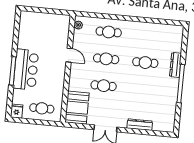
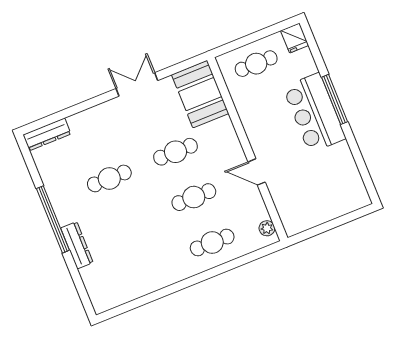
cafe table: (145, 63) -> (109, 178), moved
dresser: (140, 125) -> (47, 134), moved

